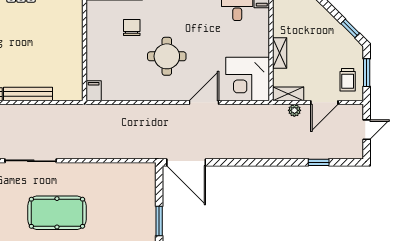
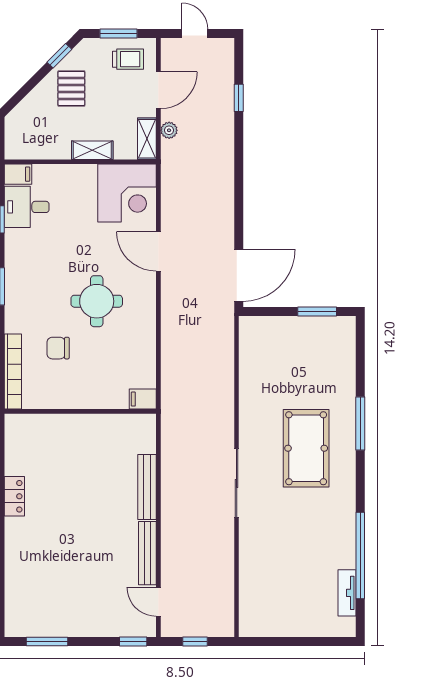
pallet: (326, 37) -> (71, 88), added
door: (324, 102) -> (158, 90), hinge flipped

